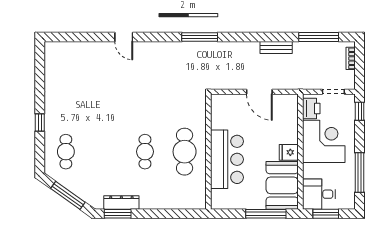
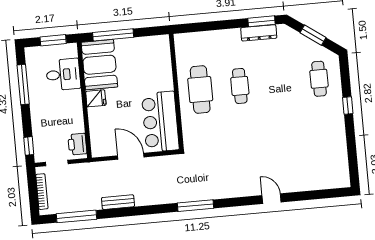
bookcase: (351, 58) -> (42, 192), width x1.56
corner desk: (324, 141) -> (62, 112), removed
bar counter: (227, 159) -> (160, 122), moved
desk: (319, 194) -> (63, 74), moved
window: (68, 195) -> (313, 35), width x0.69

